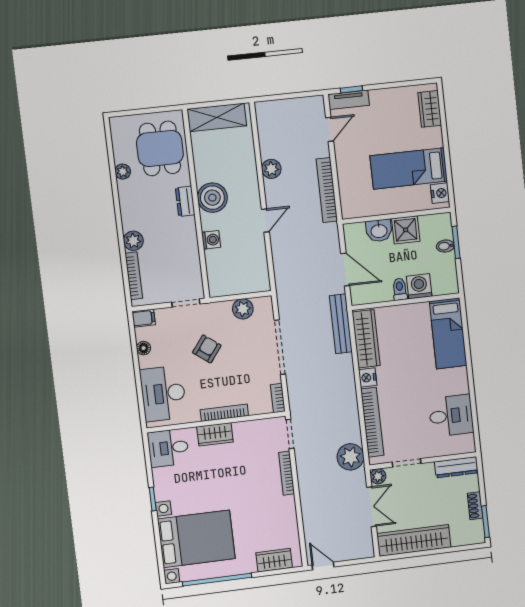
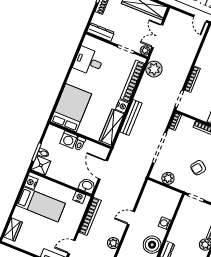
nightstand: (358, 210) -> (79, 197), added
shower: (406, 230) -> (41, 165), moved
washbasin: (379, 231) -> (87, 186), moved
bench: (341, 324) -> (131, 117), moved
bed: (448, 333) -> (71, 108), width x1.50

